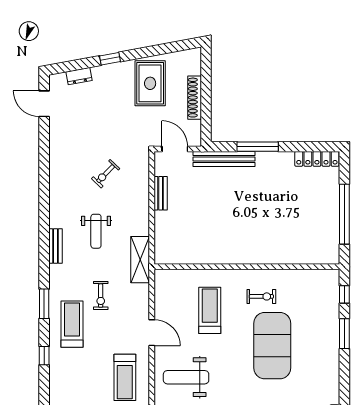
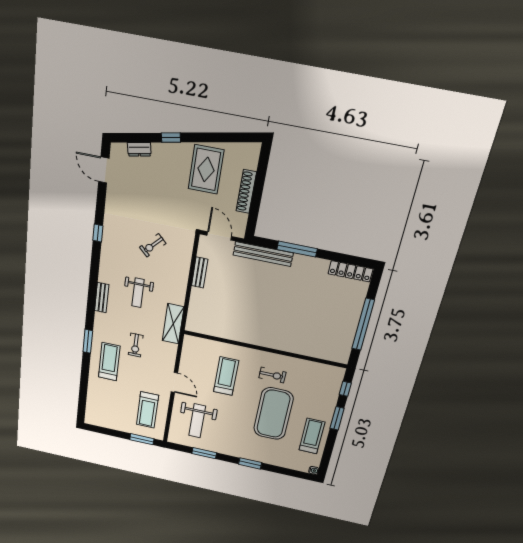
window: (44, 356) -> (98, 233), moved
treadmill: (322, 364) -> (312, 436), added
weight bench: (186, 377) -> (197, 421), turned -90

